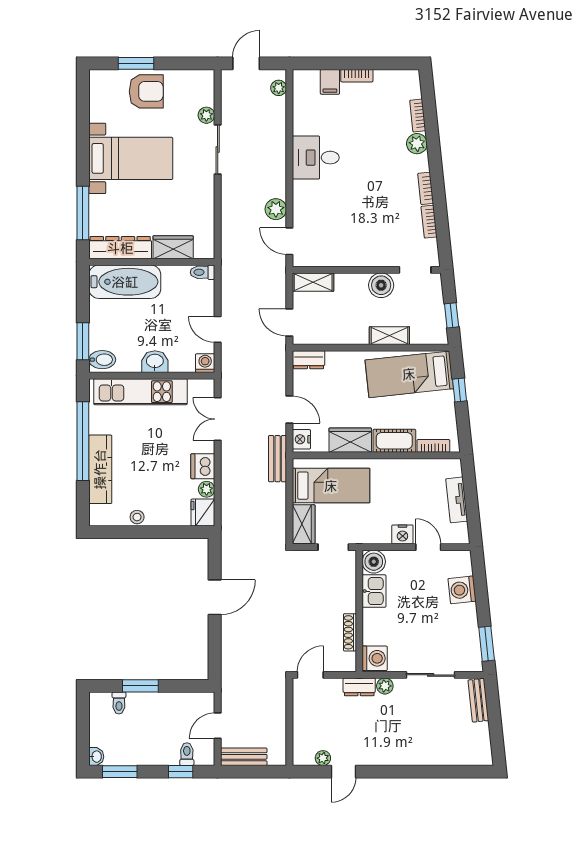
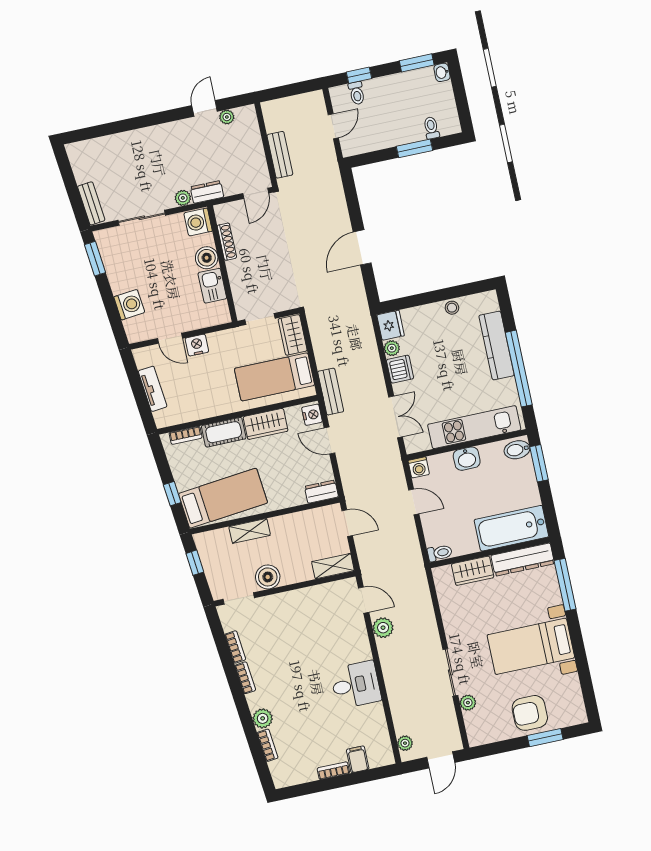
boiler: (374, 562) -> (207, 258), moved
bench: (244, 757) -> (280, 155), moved, turned 90

